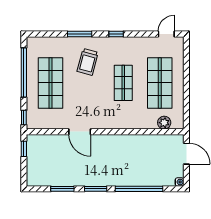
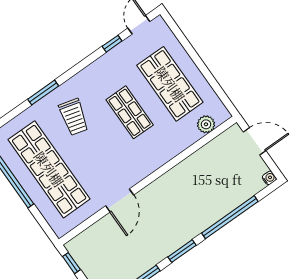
window: (116, 34) -> (112, 44), moved
shop shelf: (50, 83) -> (49, 169), width x1.40
window: (24, 118) -> (47, 228), removed
door: (80, 132) -> (120, 200), hinge flipped

